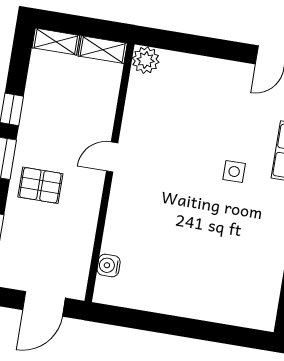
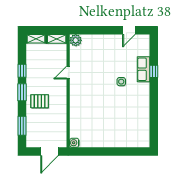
door: (112, 157) -> (68, 73), moved
water cooler: (109, 266) -> (74, 143), moved

